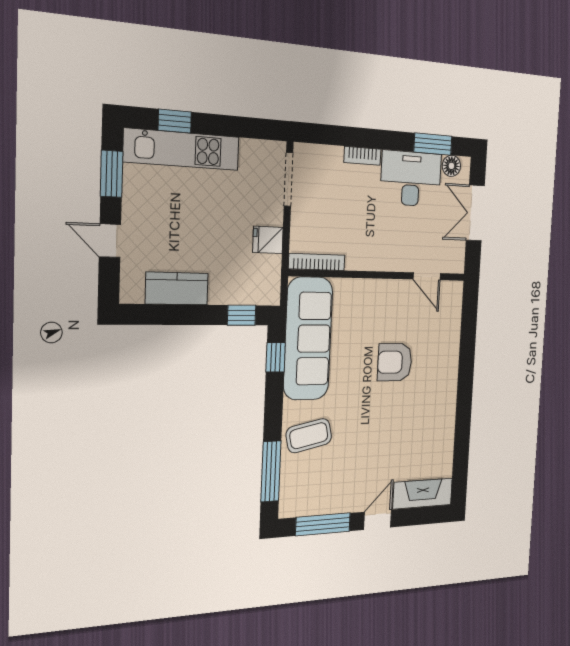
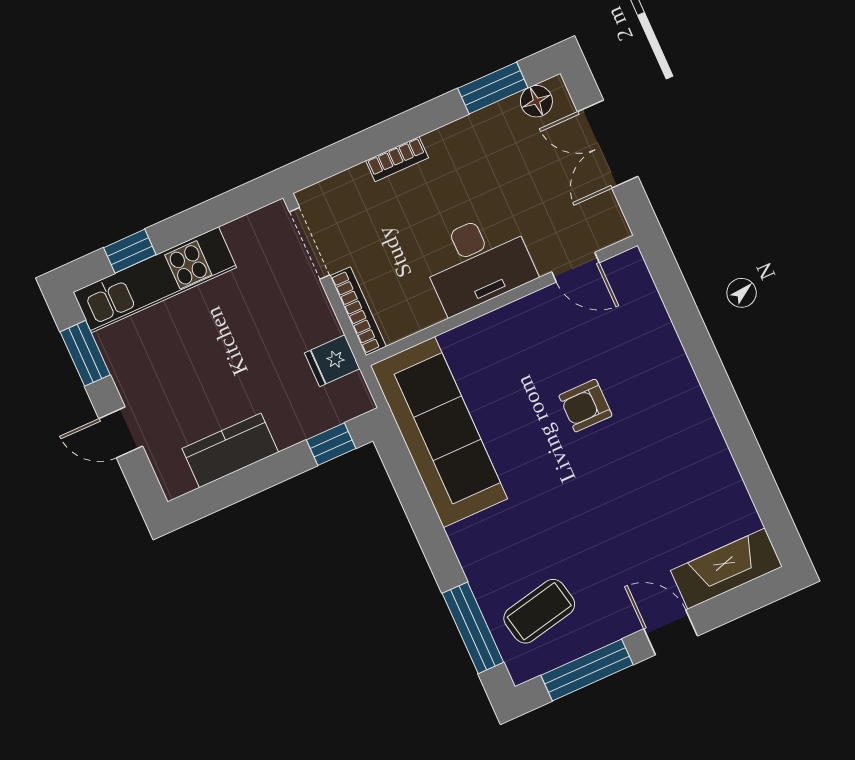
desk: (411, 179) -> (478, 262), moved, turned 180
fridge: (268, 240) -> (332, 361), moved
bookcase: (317, 262) -> (358, 311), moved, turned 90
window: (276, 357) -> (405, 476), removed
armchair: (395, 362) -> (585, 406), width x0.72, depth x0.72
coffee table: (309, 436) -> (539, 611), moved
door: (378, 520) -> (671, 632), hinge flipped

